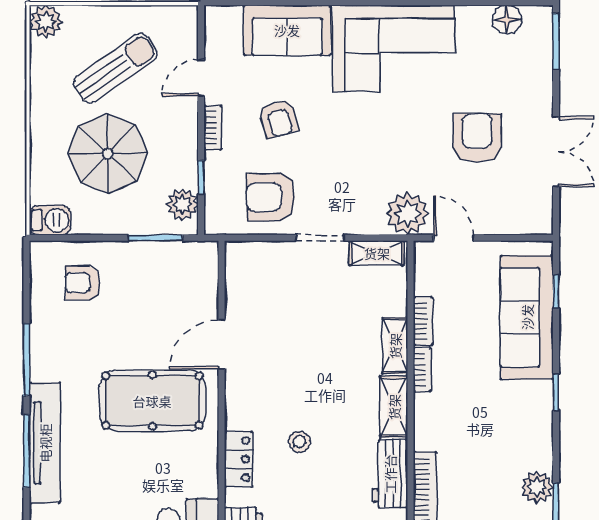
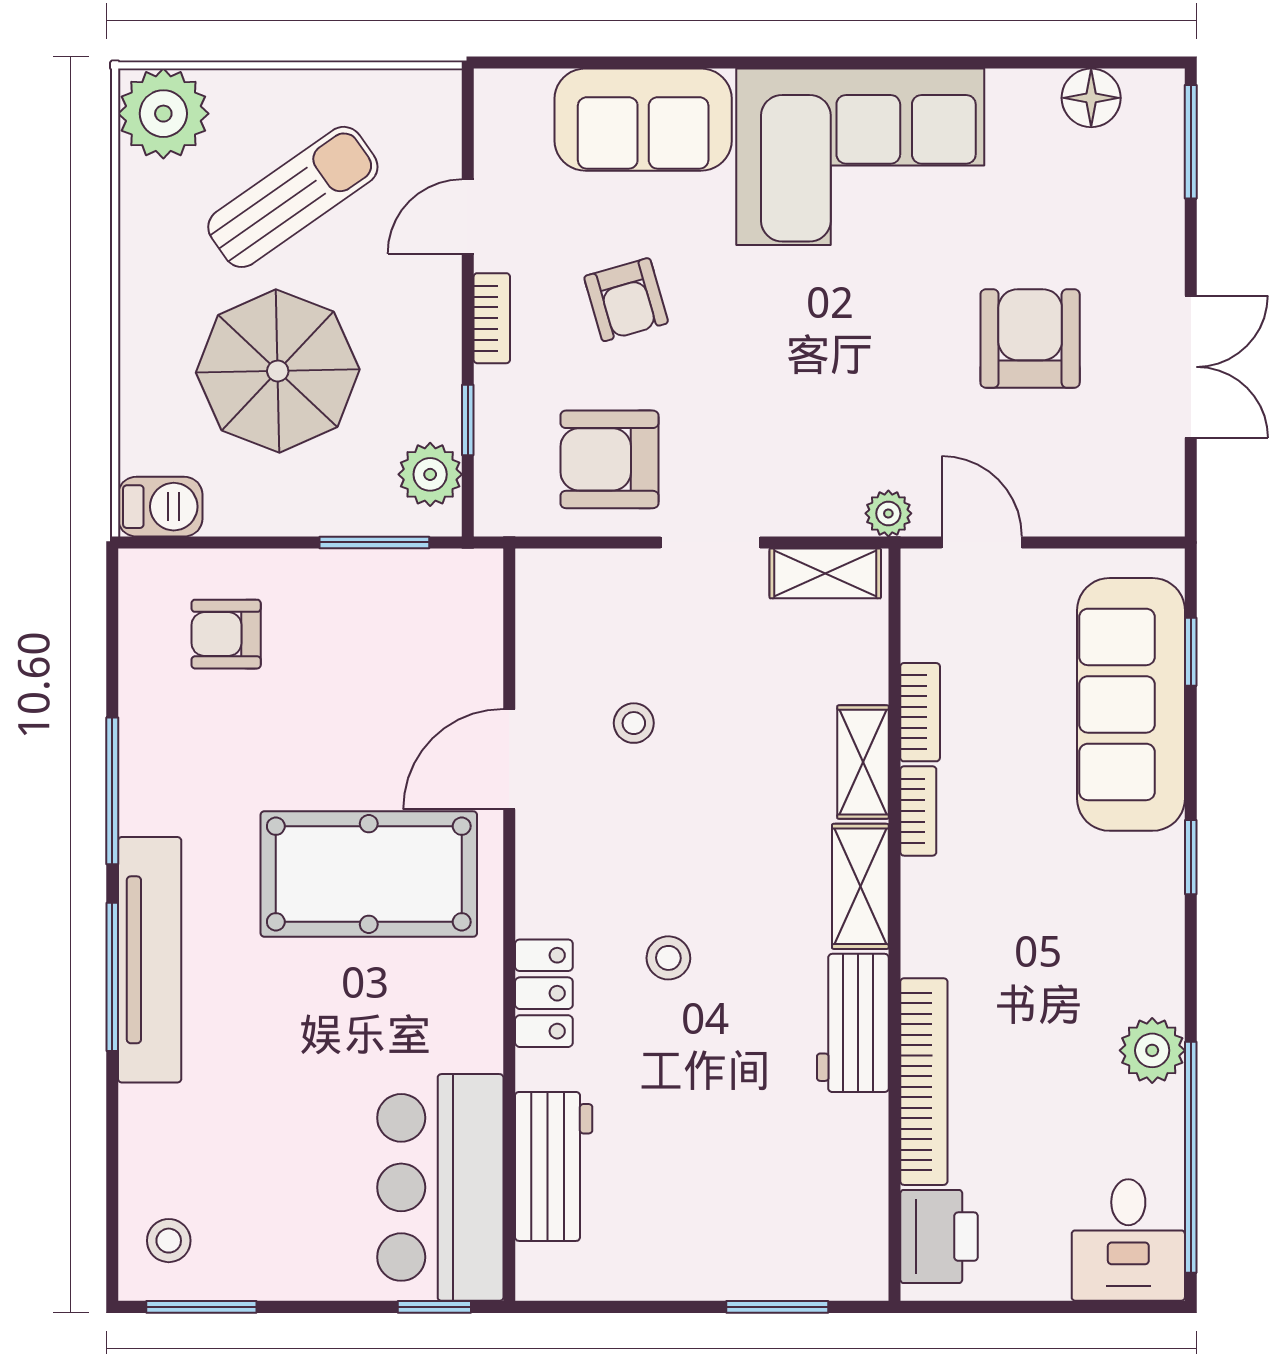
plant: (46, 21) -> (163, 114), width x1.36, depth x1.36
plant: (408, 214) -> (888, 513), width x0.53, depth x0.53
stool: (283, 326) -> (634, 723), added

